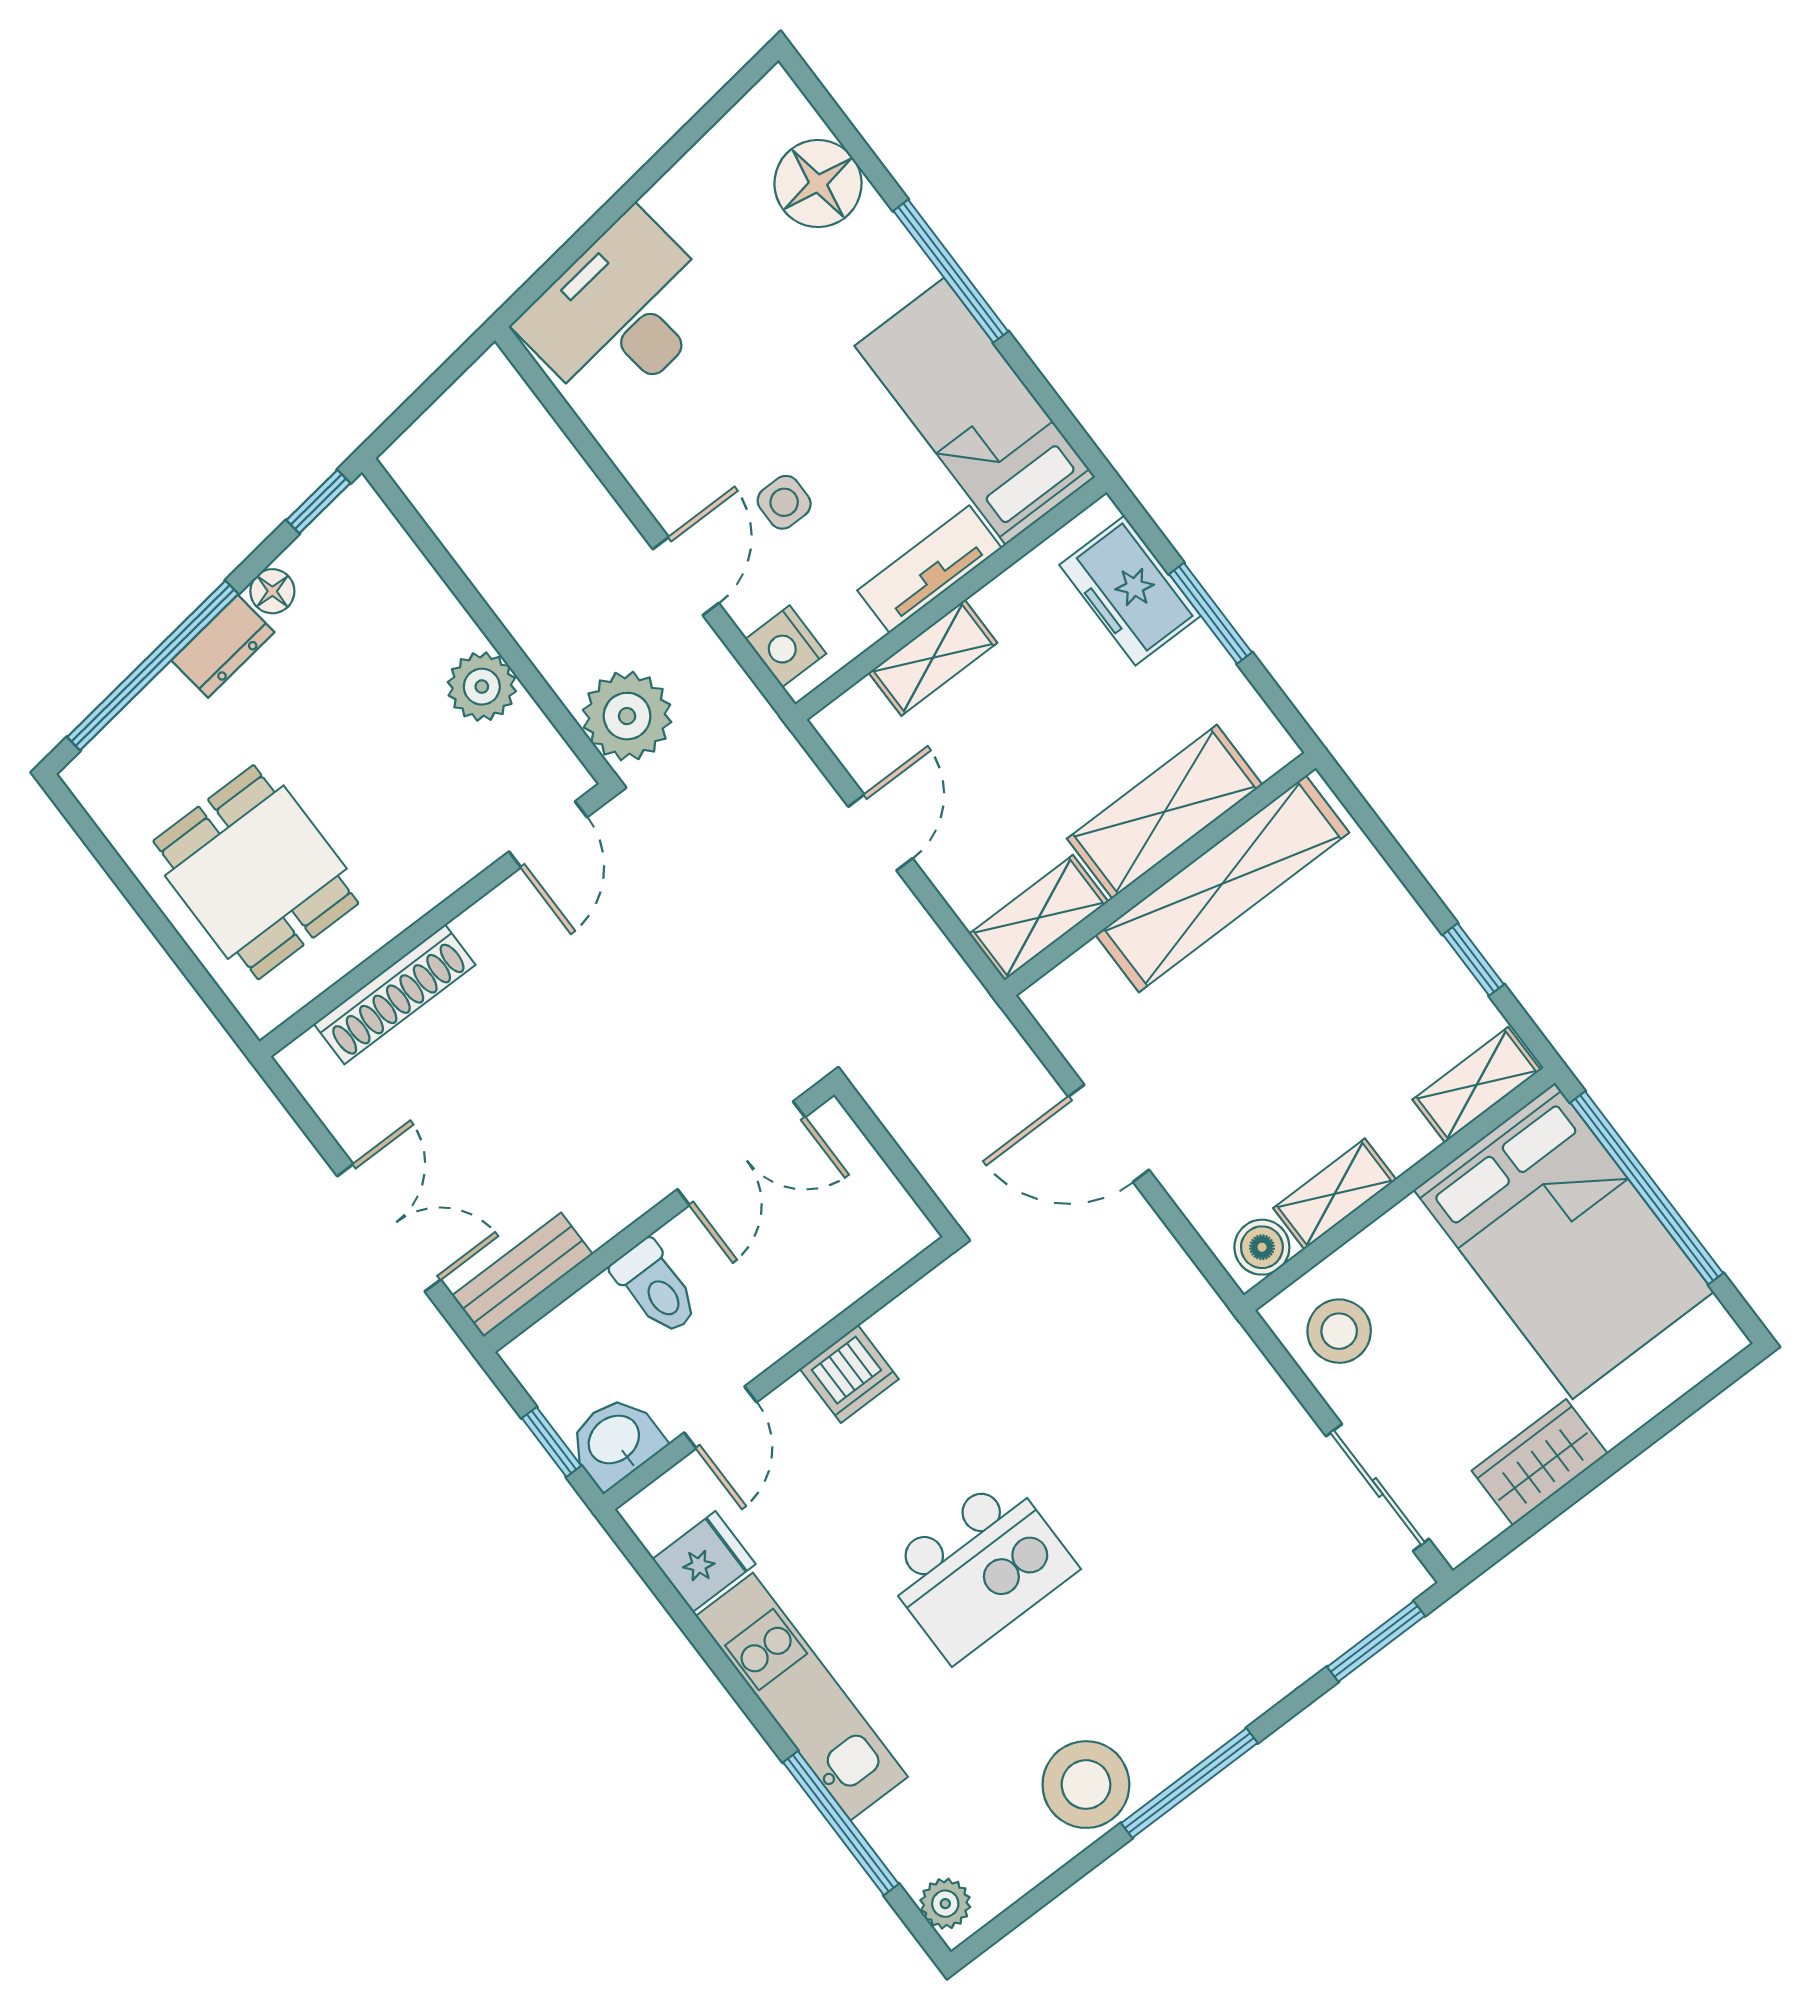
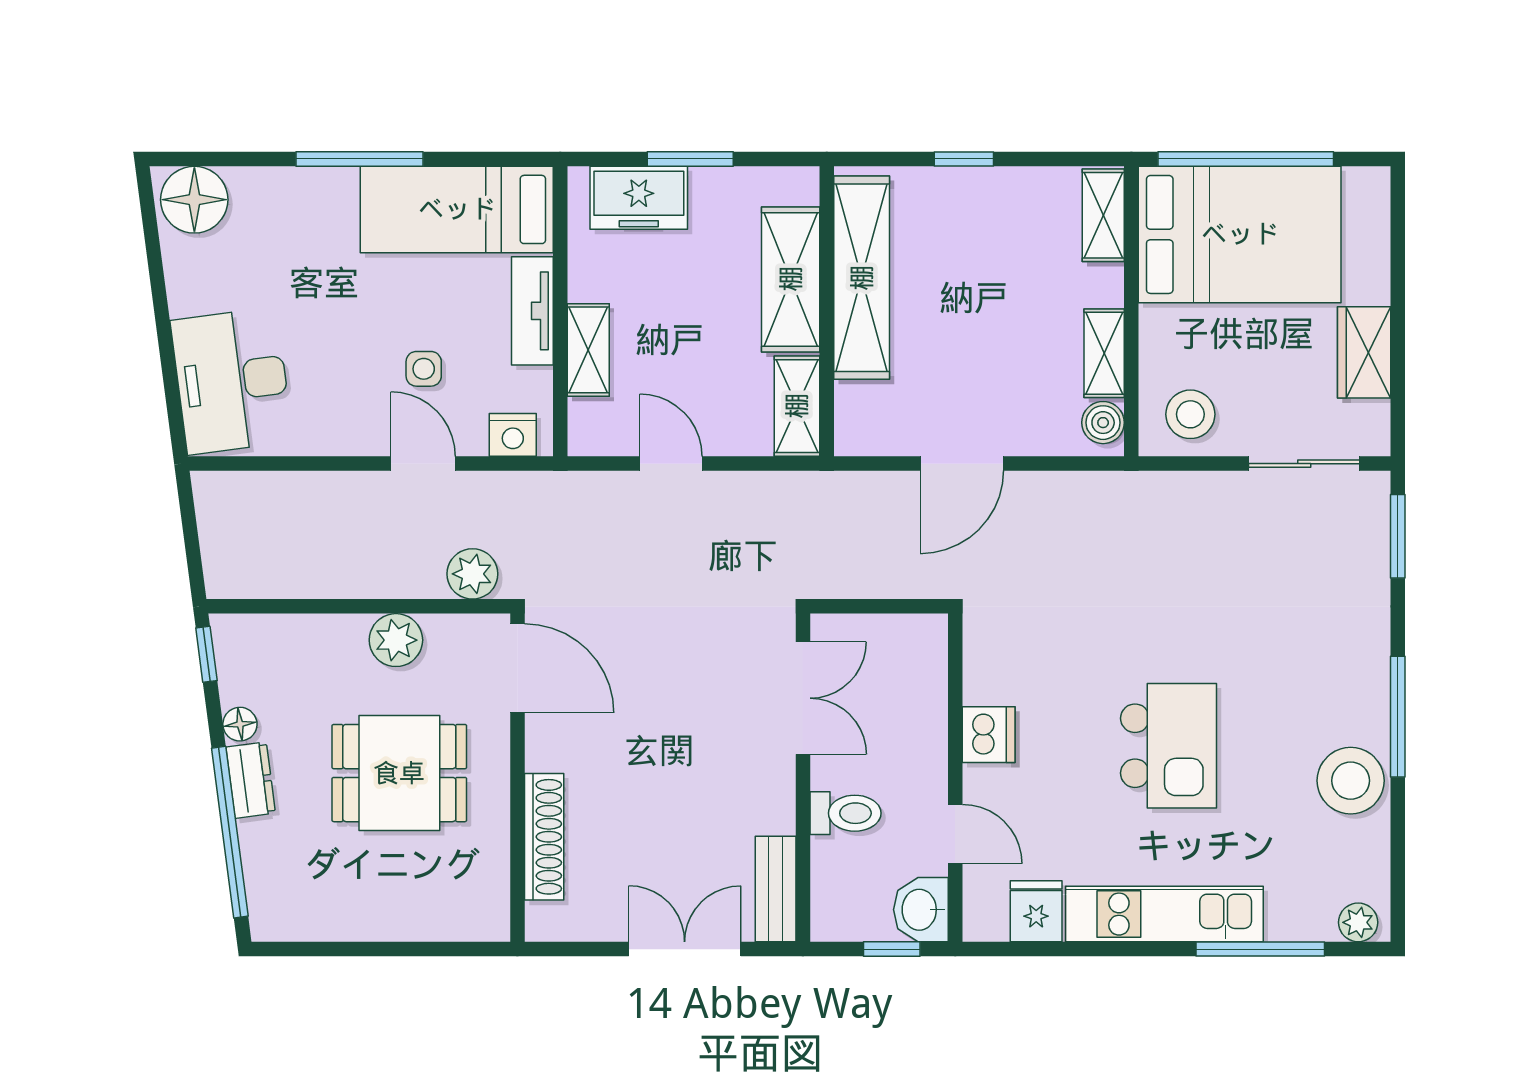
floor lamp: (818, 184) -> (194, 200), moved
plant: (627, 716) -> (472, 574), width x0.73, depth x0.73
door: (548, 834) -> (517, 668), width x1.38
dining table: (256, 872) -> (399, 773), moved
window: (1473, 960) -> (964, 159), moved

